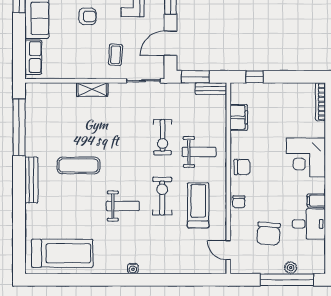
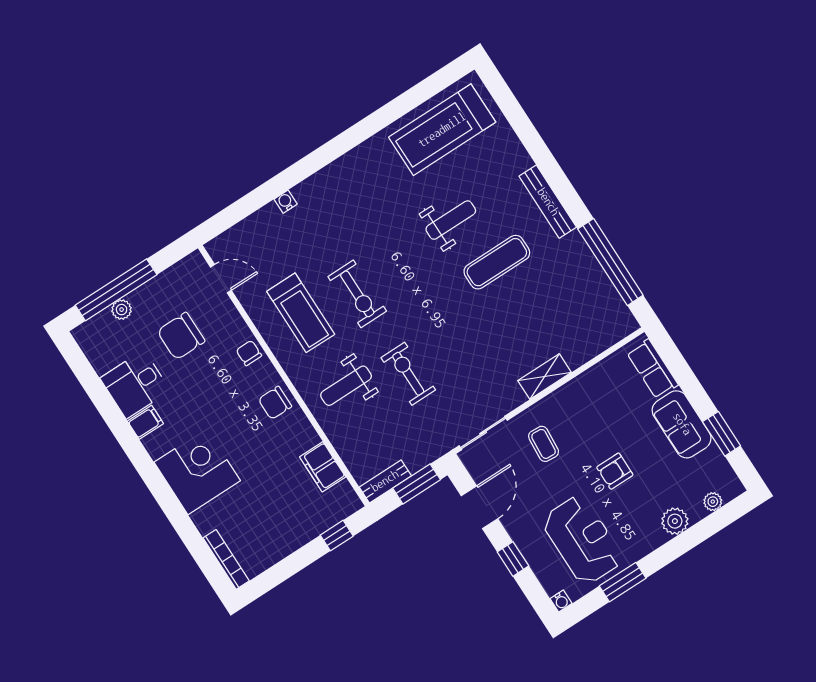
weight bench: (123, 206) -> (451, 220), moved, turned 180
chair: (269, 234) -> (181, 336), turned -94
water cooler: (133, 269) -> (286, 202), moved

